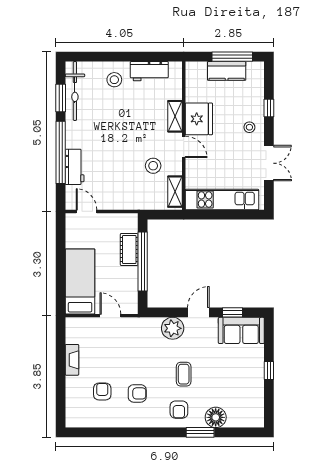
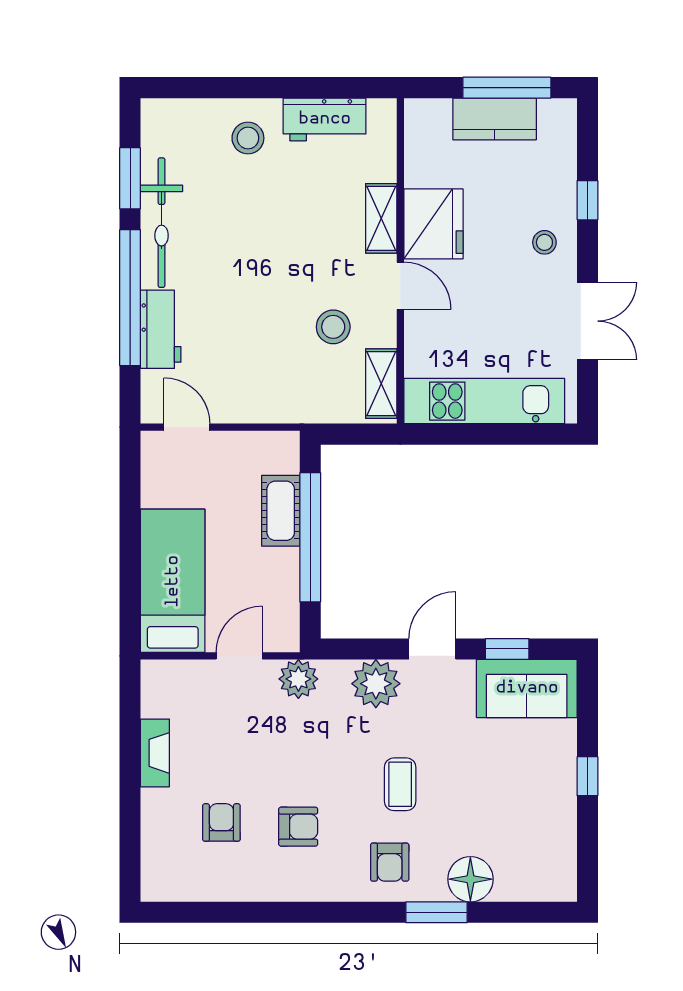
bicycle: (75, 91) -> (162, 223), moved
door: (110, 316) -> (239, 656), hinge flipped
plant: (137, 326) -> (298, 679), added

